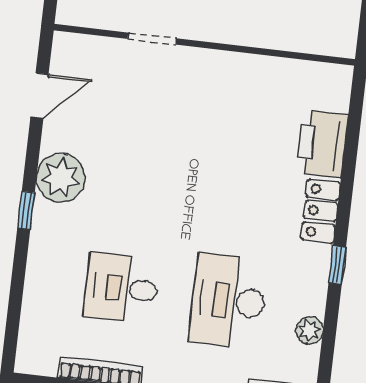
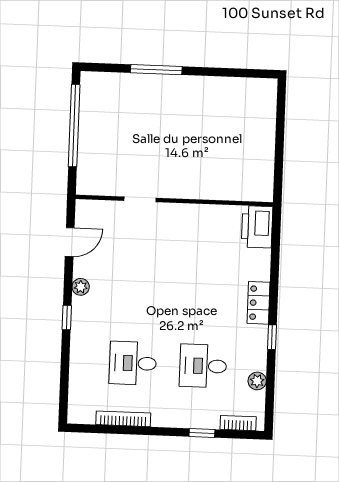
printer: (322, 144) -> (257, 227), moved
plant: (61, 178) -> (81, 287), width x0.53, depth x0.53
desk: (228, 301) -> (203, 366), width x0.73

